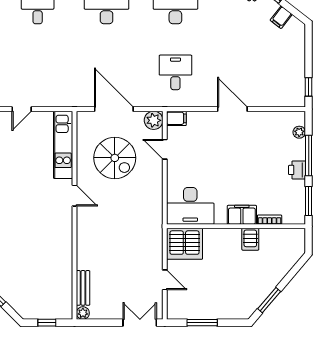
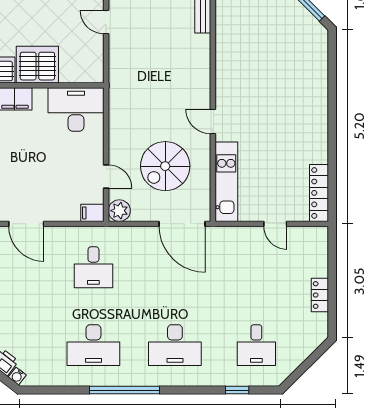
door: (22, 109) -> (275, 224), swing flipped
door: (114, 109) -> (182, 224), moved
spiral stairs: (115, 158) -> (165, 166), turned -90
server rack: (184, 244) -> (37, 65), moved

